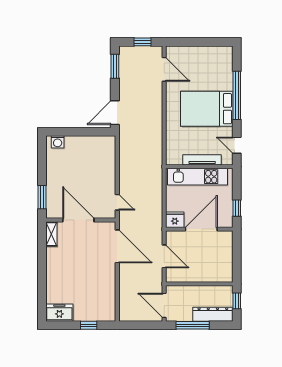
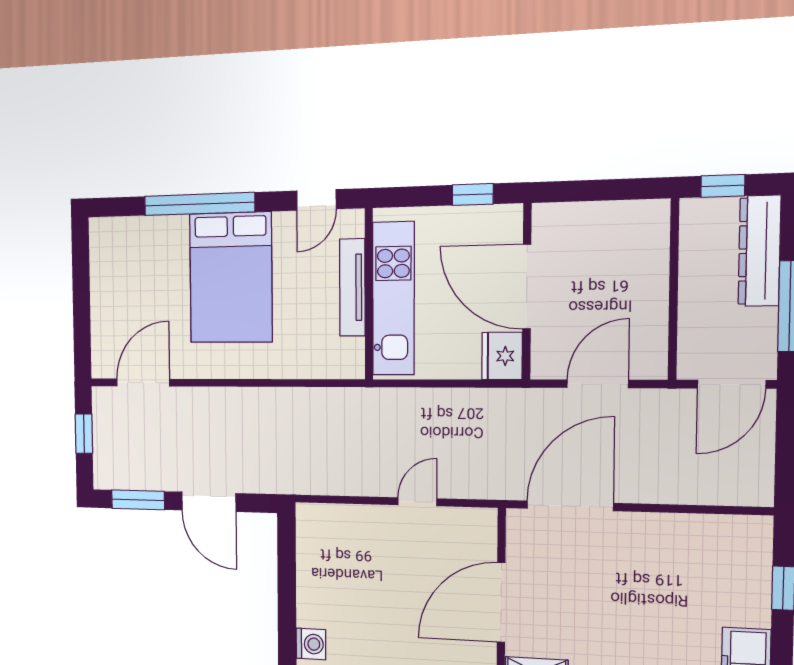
door: (115, 113) -> (209, 502), moved
door: (117, 202) -> (417, 502), moved

